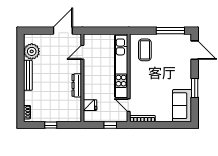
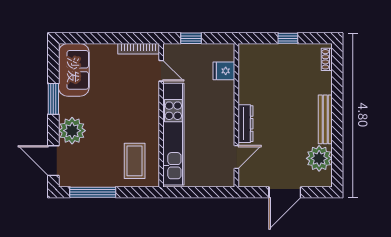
door: (63, 31) -> (285, 192), moved
plant: (183, 68) -> (72, 131), added
dresser: (77, 85) -> (246, 124), moved

